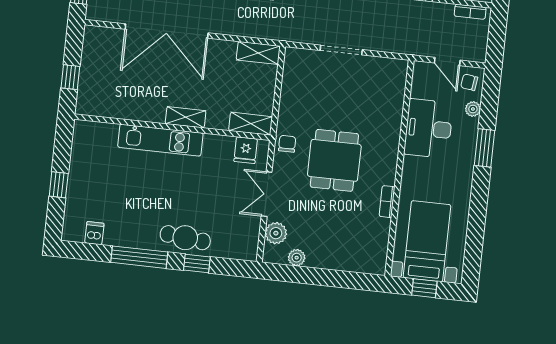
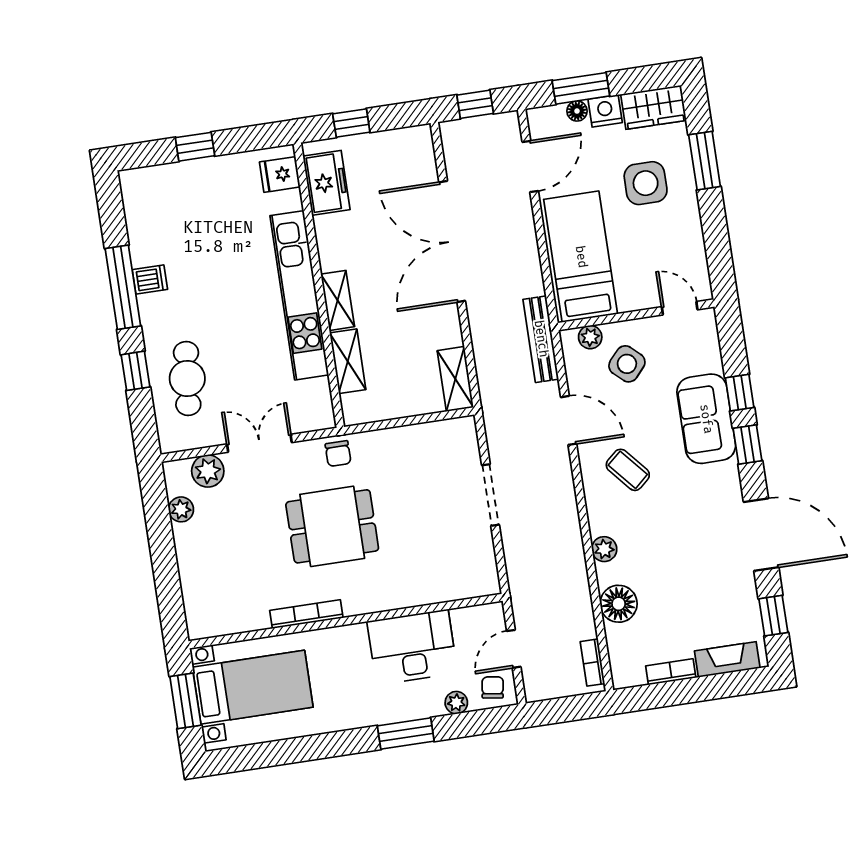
freezer: (106, 104) -> (326, 183), added
shelving: (251, 124) -> (348, 361), moved
kitchen unit: (160, 140) -> (299, 295), width x1.36
chair: (287, 144) -> (338, 454), turned 90
fridge: (246, 150) -> (280, 174), moved
bookcase: (387, 202) -> (306, 614), width x1.56
dishwasher: (94, 233) -> (150, 280), moved
cafe table: (185, 238) -> (187, 379), moved
window: (424, 288) -> (185, 701), width x1.50

